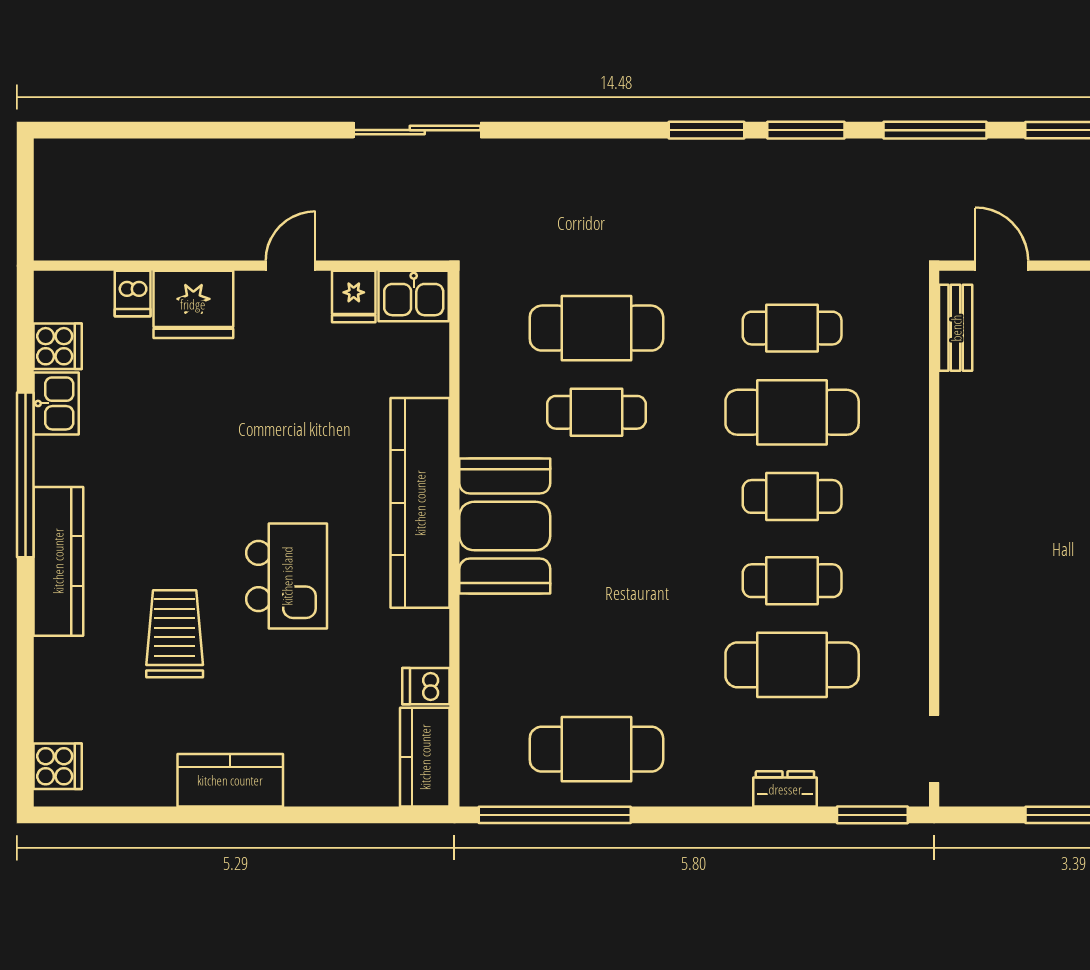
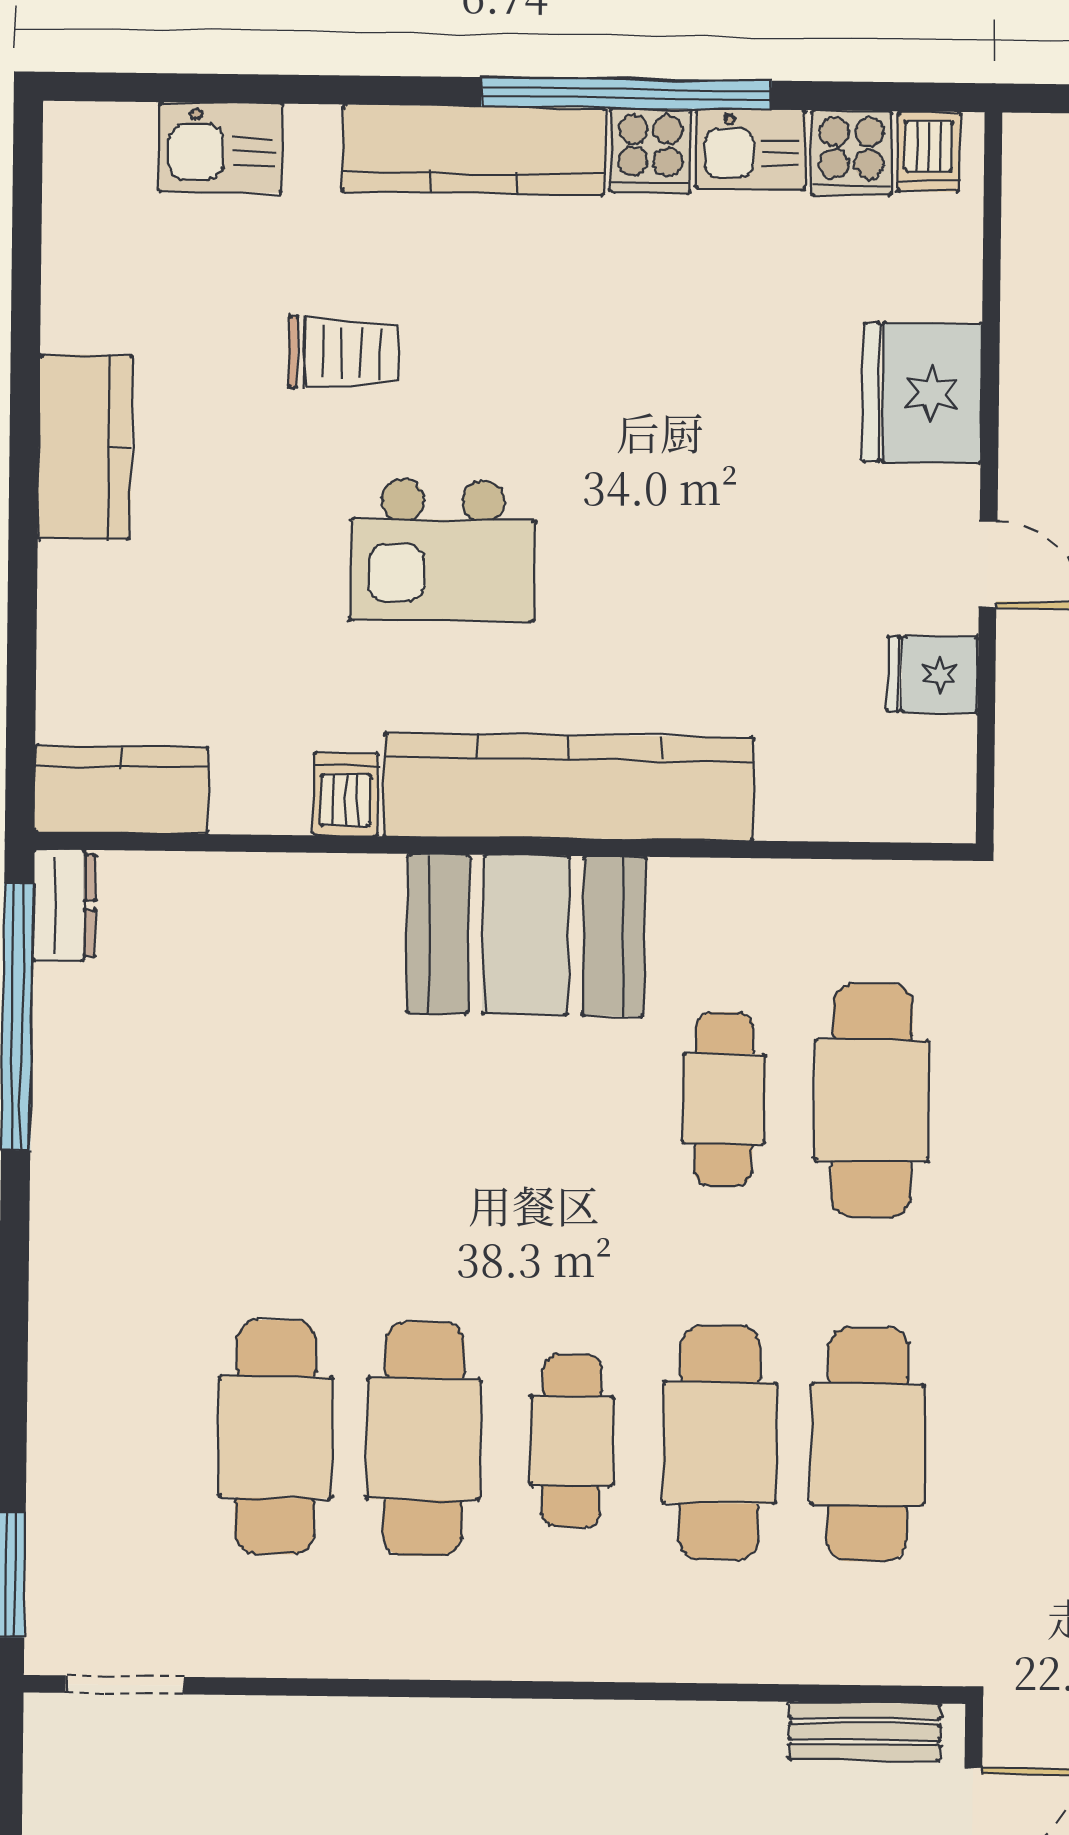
dishwasher: (133, 293) -> (929, 152), moved, turned -90
kitchen sink: (414, 296) -> (221, 148), moved, turned -90
cafe table: (792, 328) -> (868, 1444), width x1.37, depth x1.35
cafe table: (792, 581) -> (424, 1439), width x1.37, depth x1.35
trolley: (175, 634) -> (344, 352), width x0.73, depth x0.72
dishwasher: (426, 686) -> (346, 794), moved
cafe table: (596, 749) -> (132, 1092), removed
cooker: (58, 766) -> (650, 151), moved
dresser: (785, 789) -> (64, 905), moved

